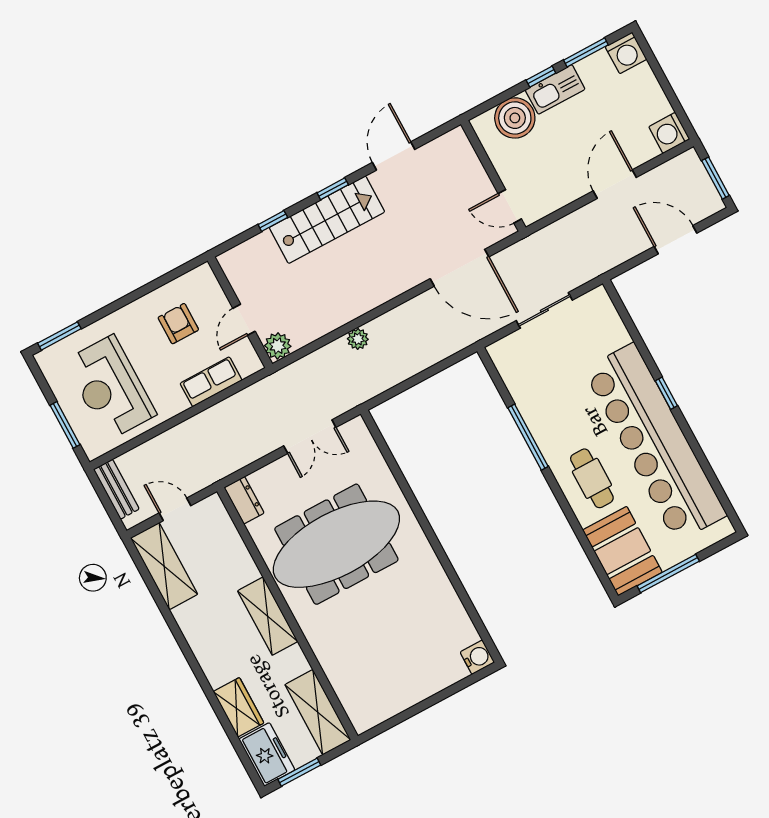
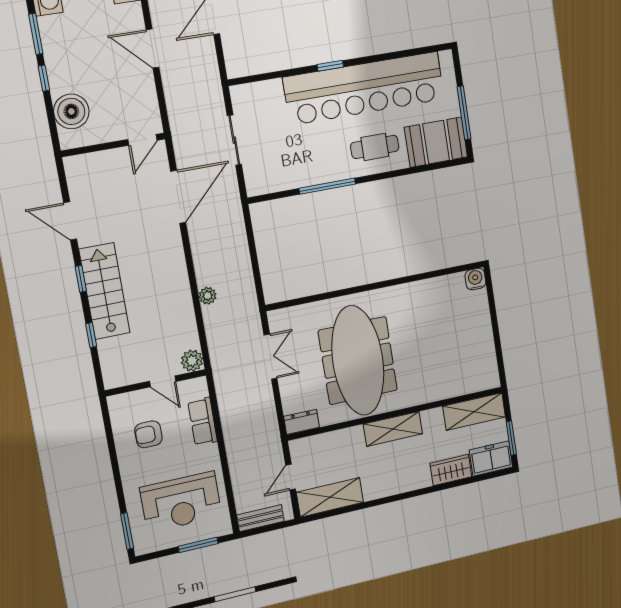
kitchen sink: (555, 89) -> (58, 70), removed

